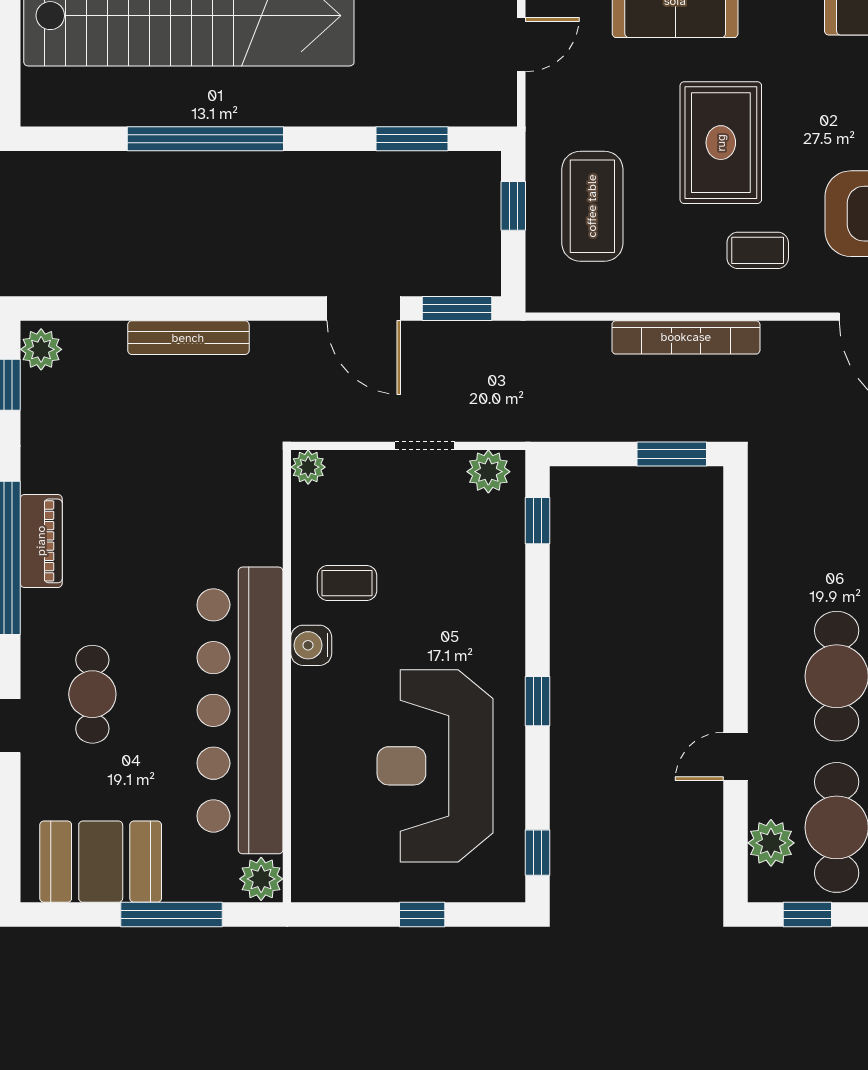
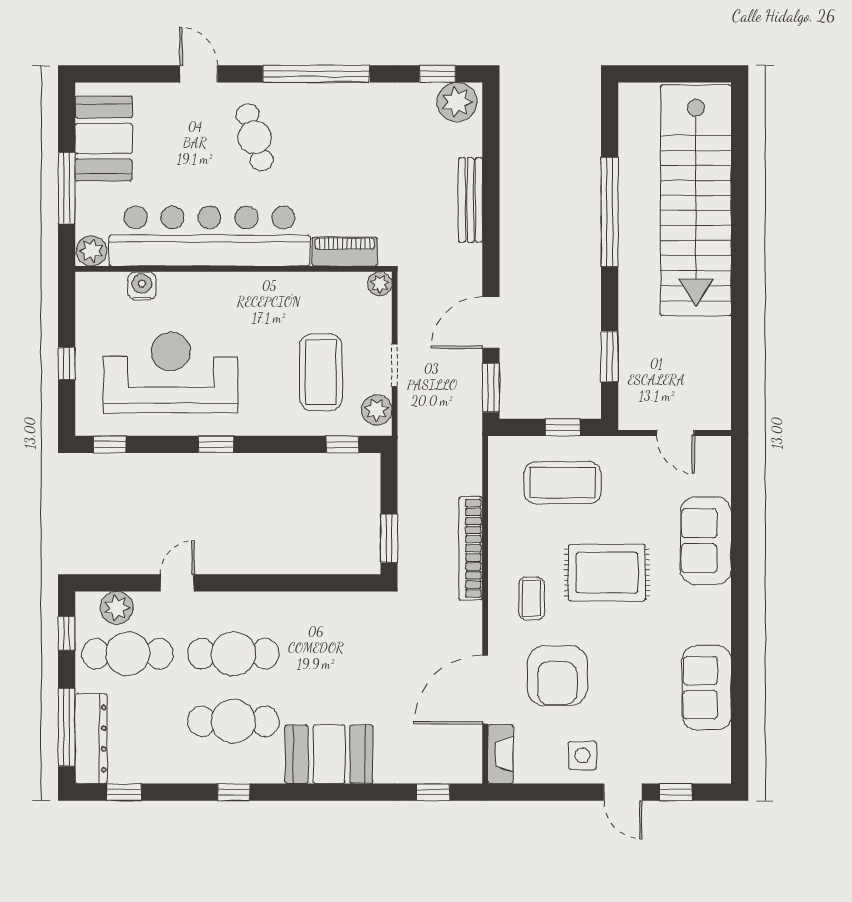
plant: (41, 349) -> (457, 102), width x1.36, depth x1.36
piano: (41, 541) -> (345, 251), moved, turned 180
coffee table: (347, 583) -> (321, 372), moved, width x1.86, depth x1.72
water cooler: (311, 645) -> (142, 286), moved
cafe table: (92, 694) -> (255, 137), moved, turned 73
door: (735, 756) -> (177, 583), hinge flipped

